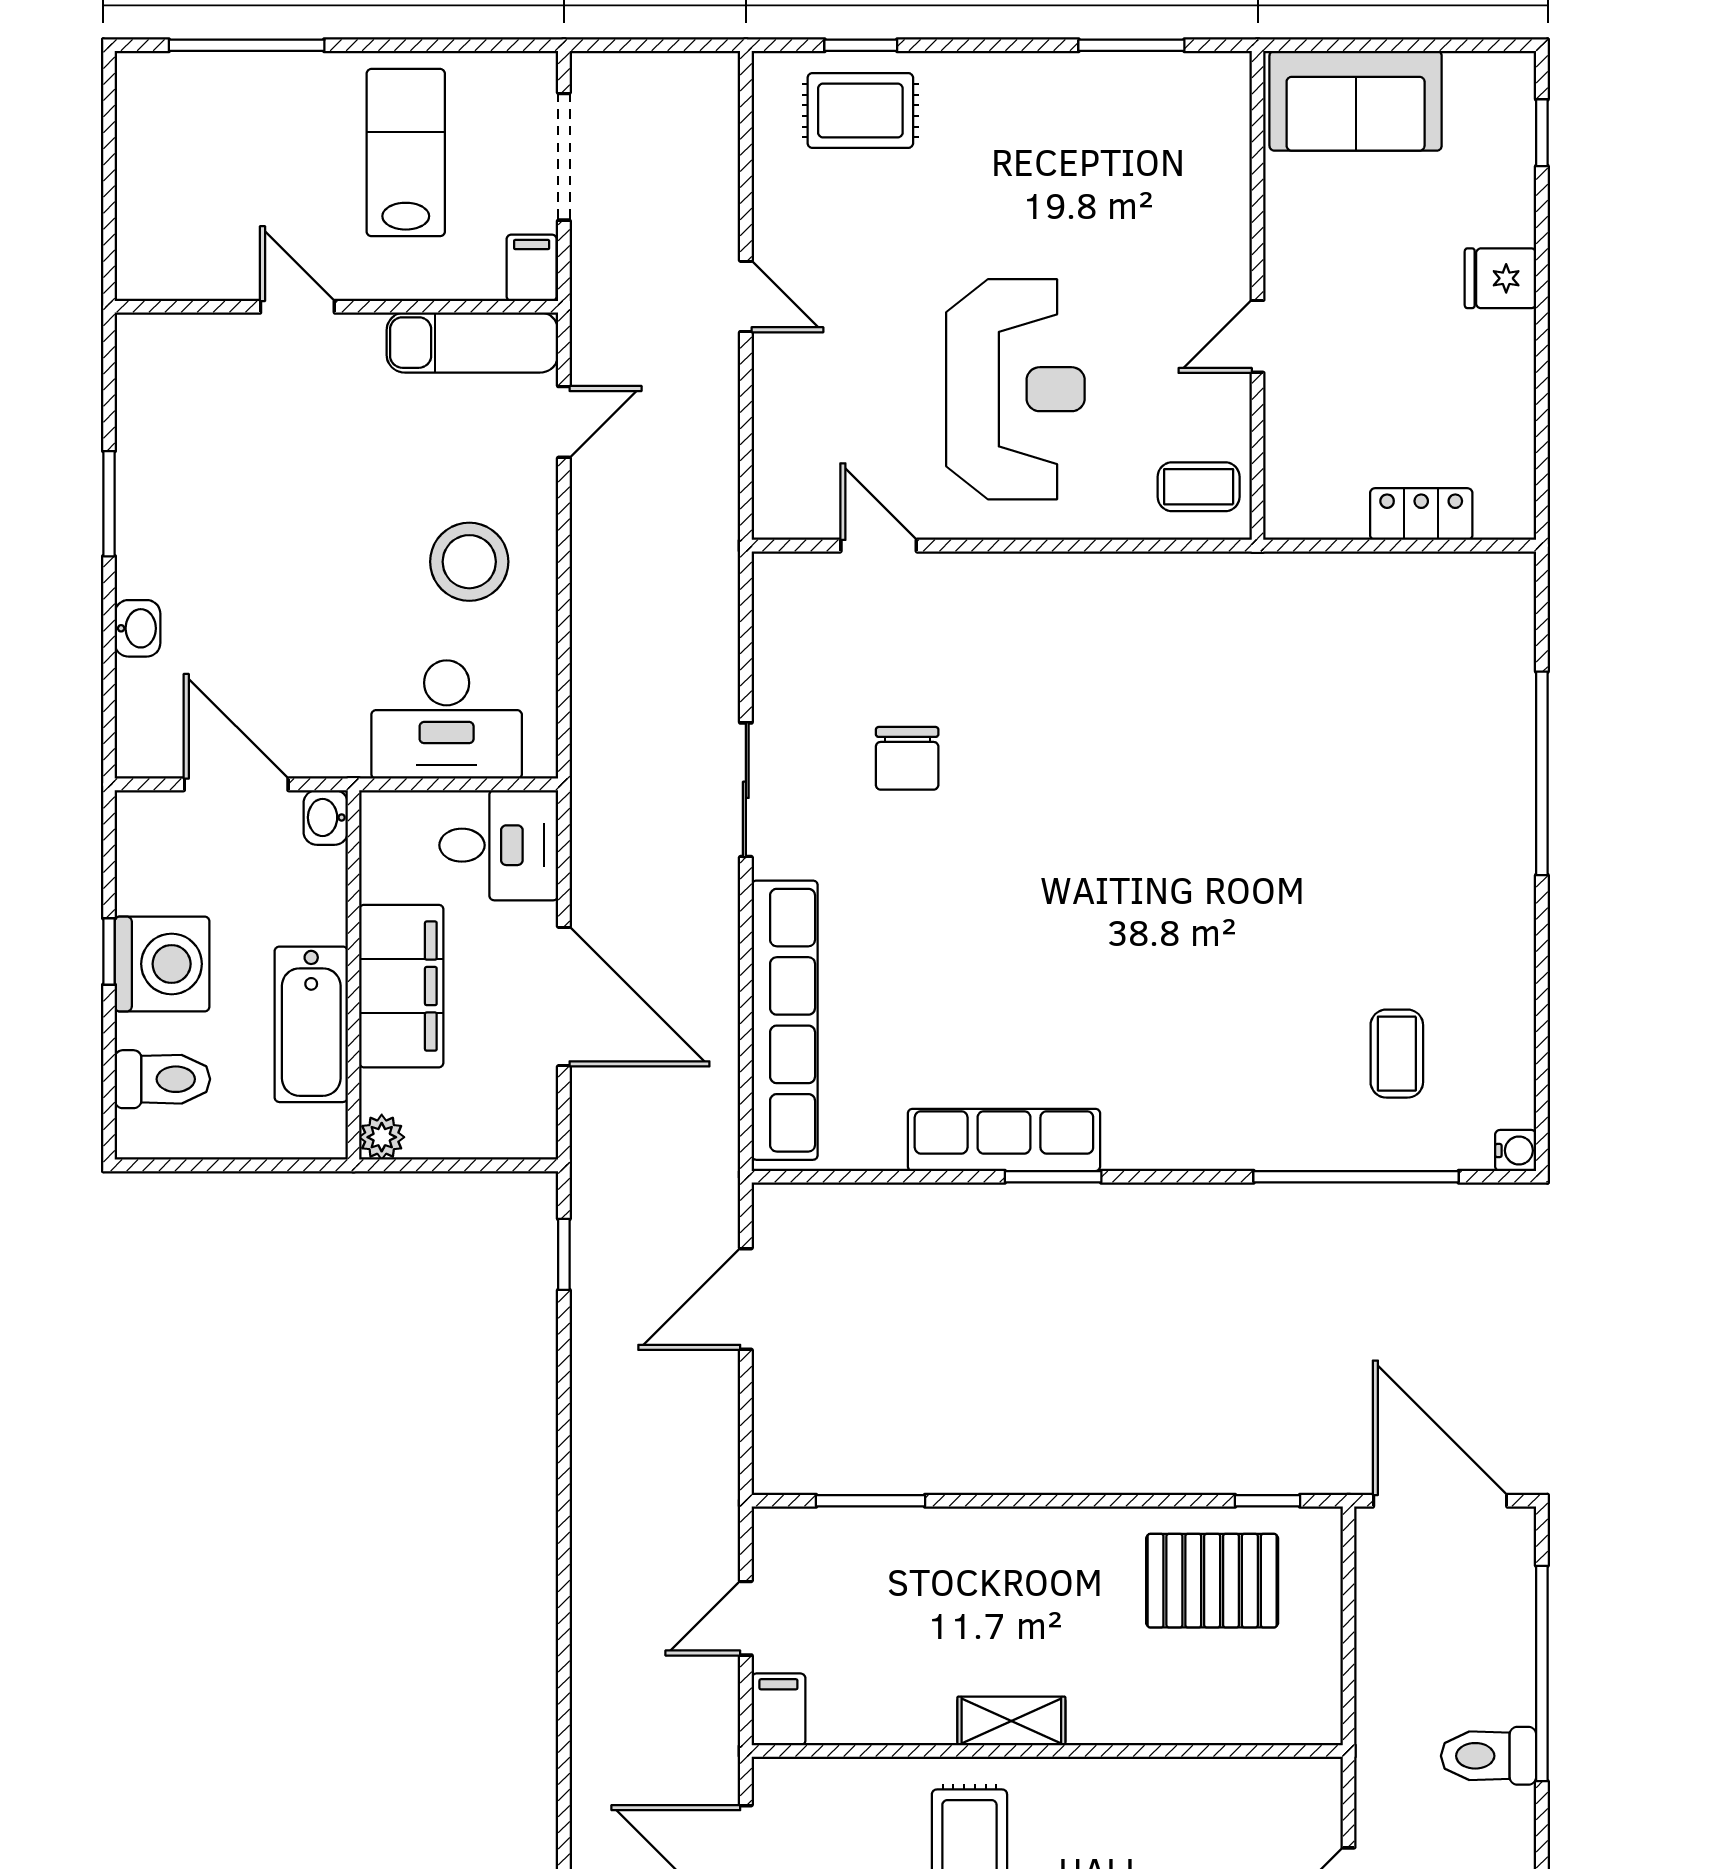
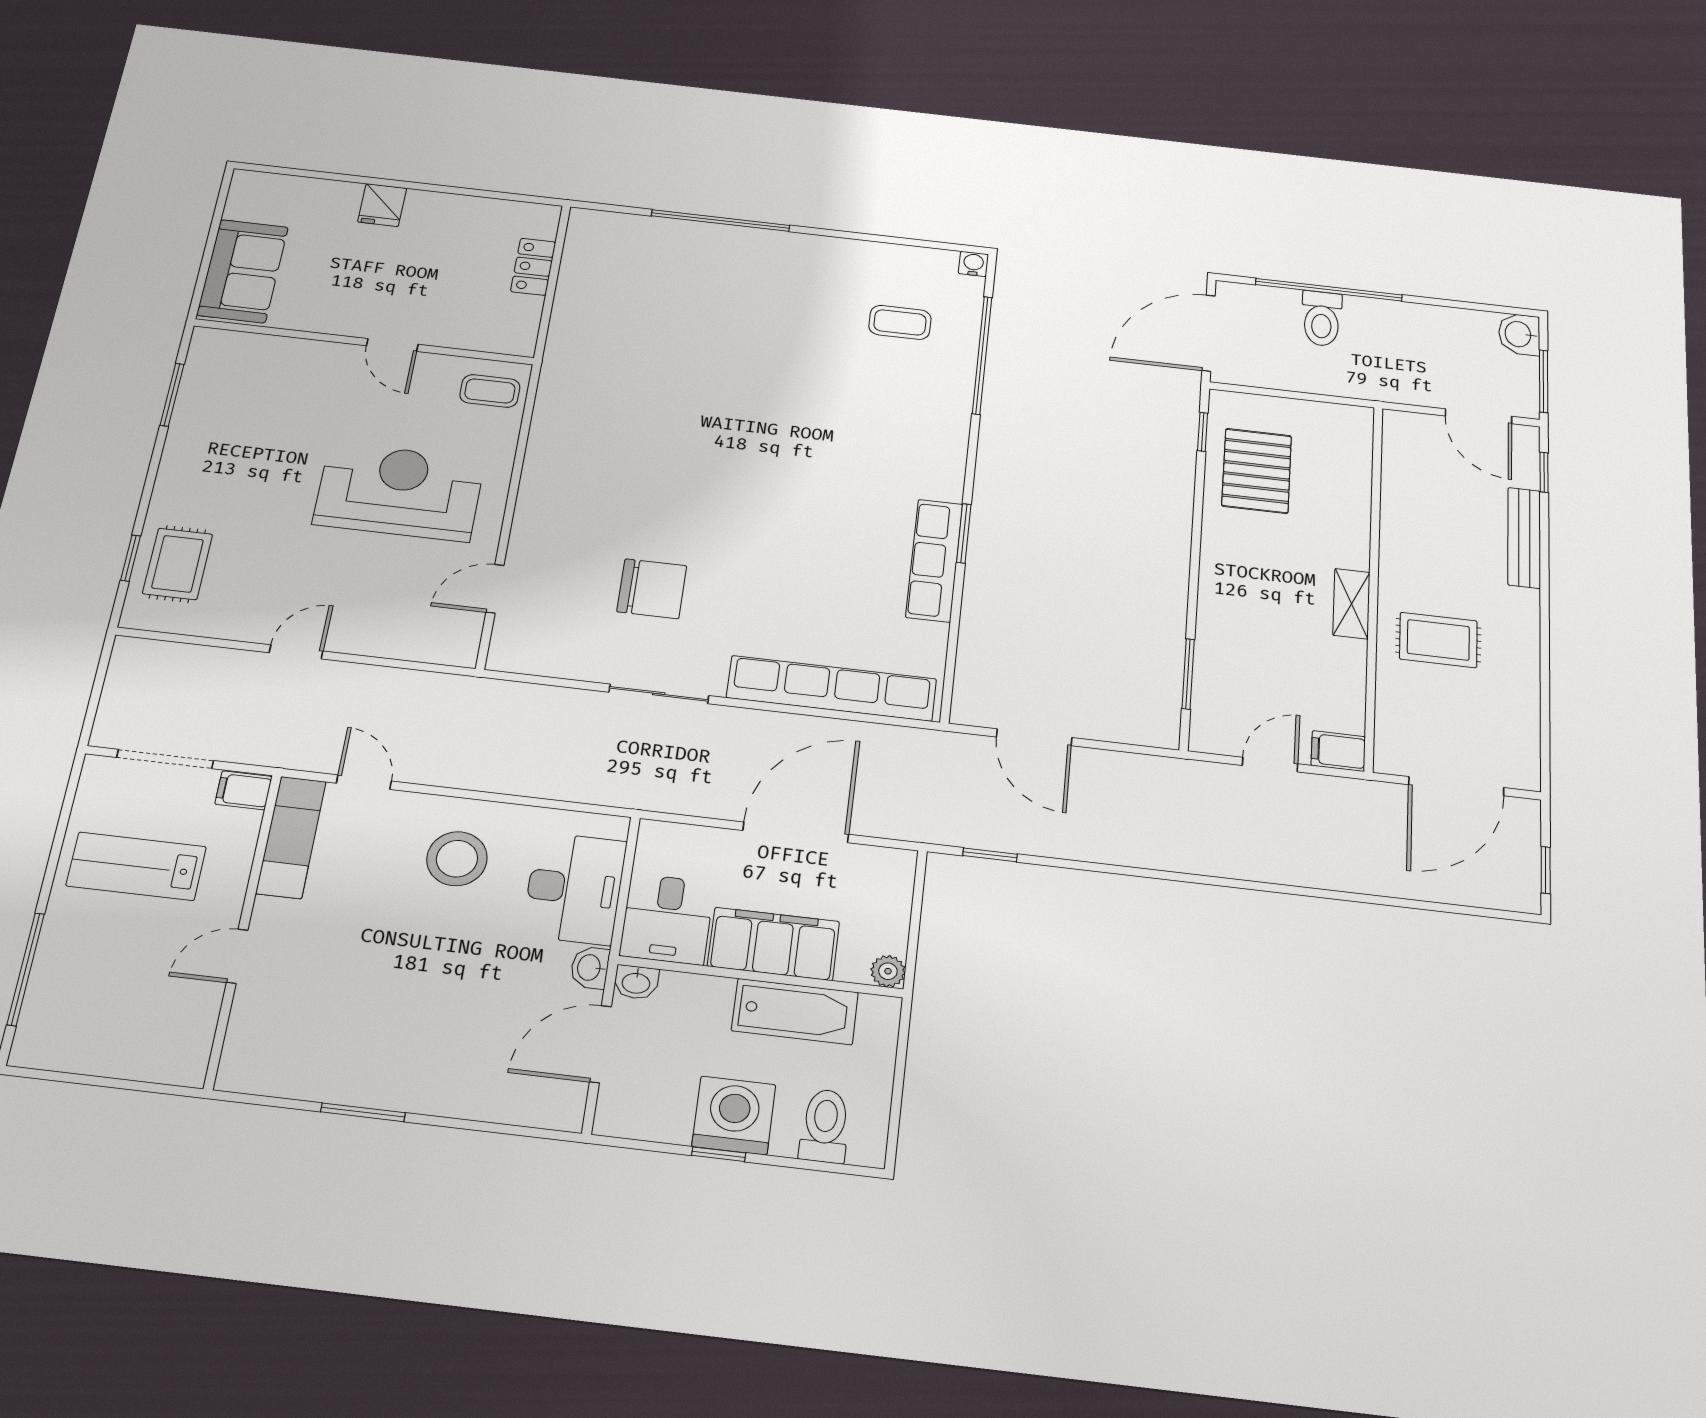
window: (1542, 133) -> (289, 172), removed
coffee table: (1199, 487) -> (490, 391), turned 90
washbasin: (138, 628) -> (590, 968), moved, turned -90
chair: (907, 758) -> (652, 589), width x1.37, depth x1.37
desk: (499, 845) -> (667, 919), moved, turned 180
door: (746, 1618) -> (1270, 765), swing flipped
toilet: (1489, 1756) -> (1322, 319), moved

